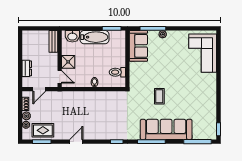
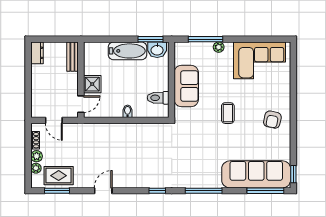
washbasin: (72, 36) -> (157, 50), moved
sofa: (138, 46) -> (186, 86), moved
corner sofa: (203, 53) -> (260, 60), moved, turned -90
dresser: (27, 68) -> (37, 53), moved
door: (60, 77) -> (81, 104), hinge flipped
armchair: (203, 88) -> (272, 120), added
door: (39, 89) -> (54, 120), hinge flipped
coffee table: (159, 96) -> (228, 113), moved
sofa: (166, 129) -> (256, 174), moved

